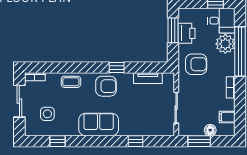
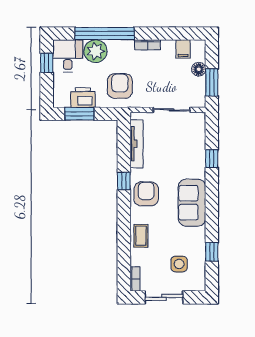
tv unit: (148, 78) -> (137, 144), width x1.41

